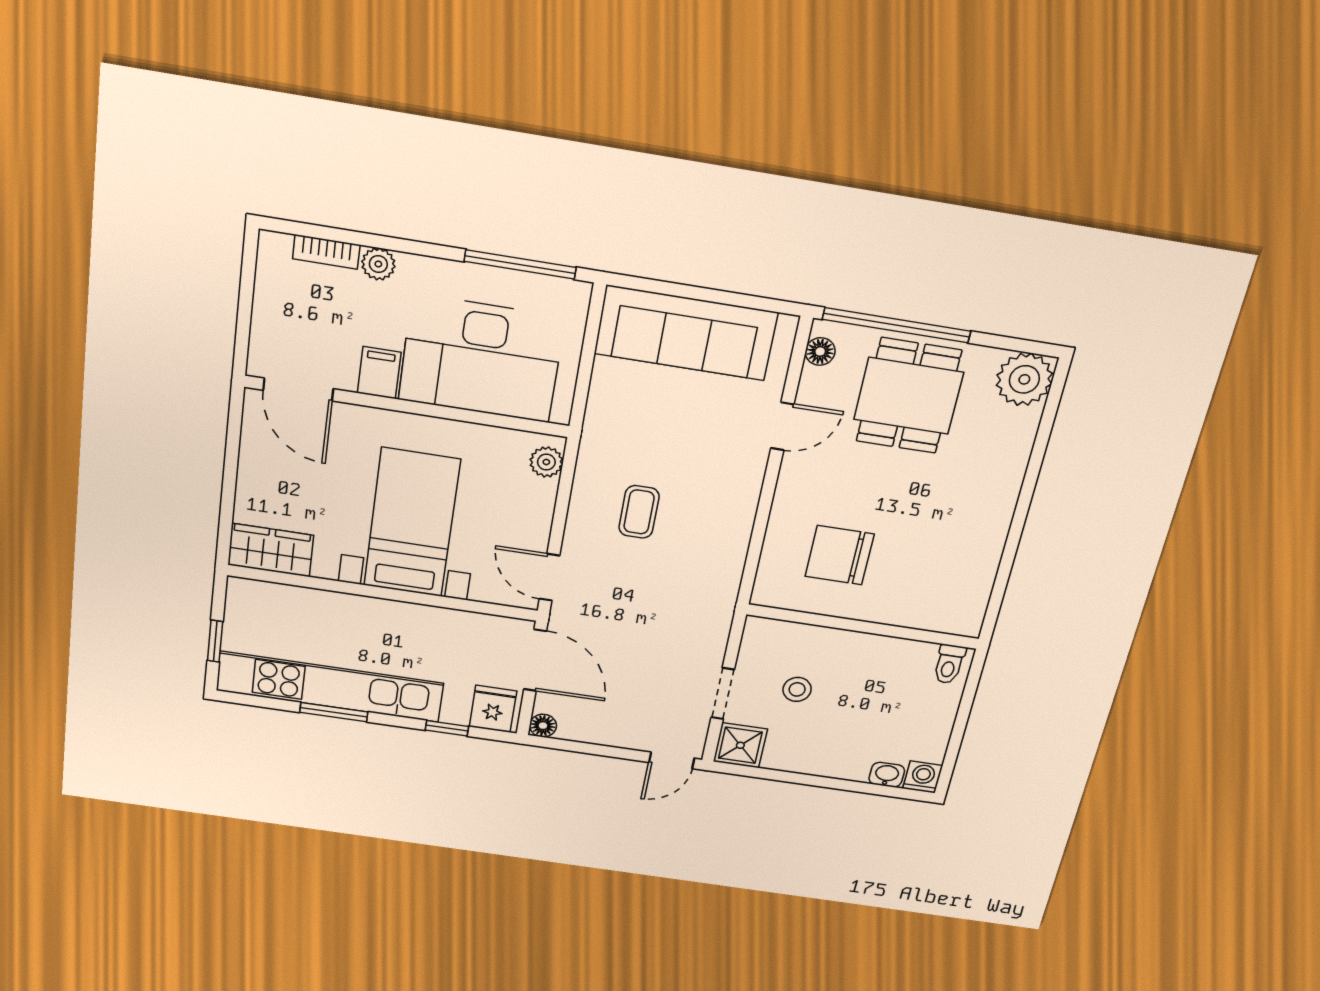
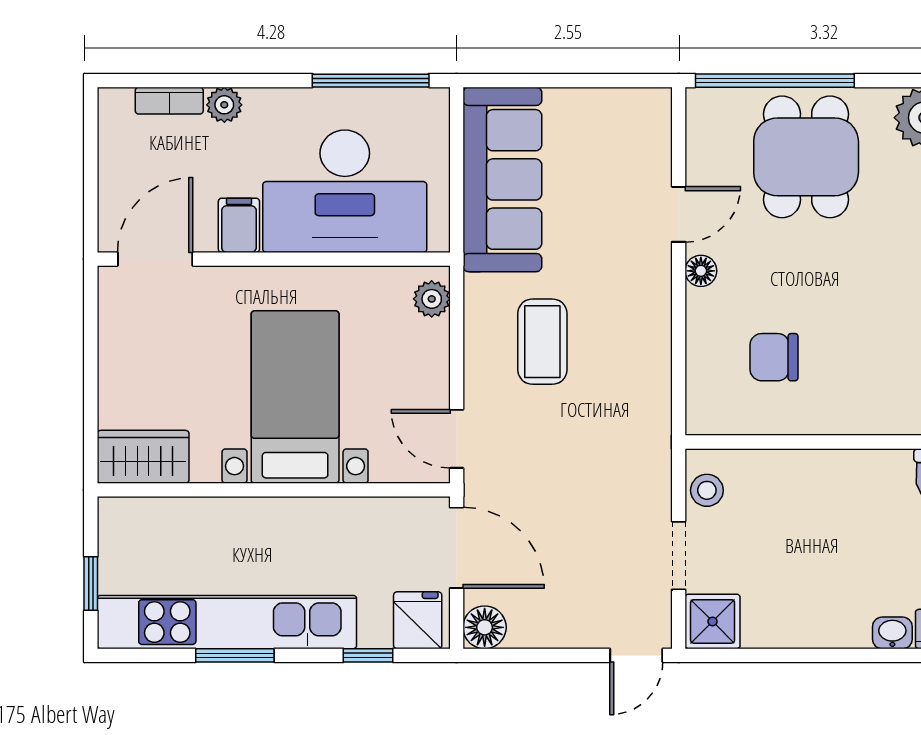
sofa: (686, 333) -> (502, 179), moved, turned -90
floor lamp: (820, 351) -> (701, 271), moved
door: (298, 390) -> (155, 259), swing flipped
coffee table: (639, 512) -> (542, 342), width x1.36, depth x1.30
chair: (840, 555) -> (774, 357), width x0.73, depth x0.73
stool: (797, 689) -> (707, 490), moved
floor lamp: (543, 726) -> (485, 627), width x1.37, depth x1.37

